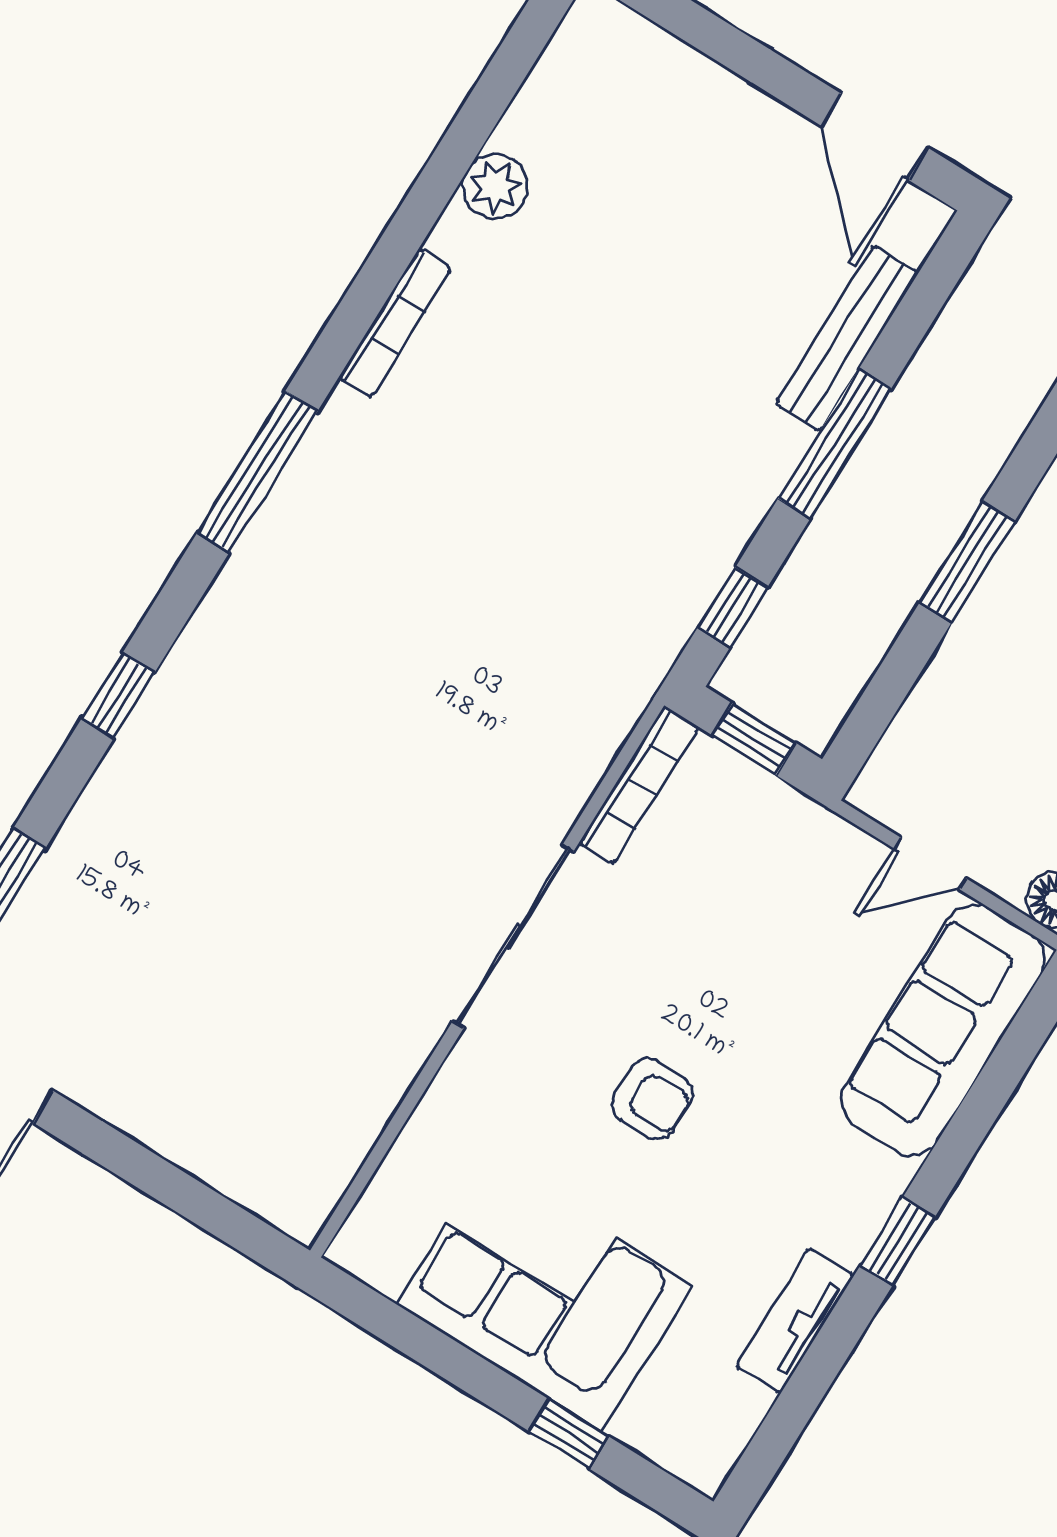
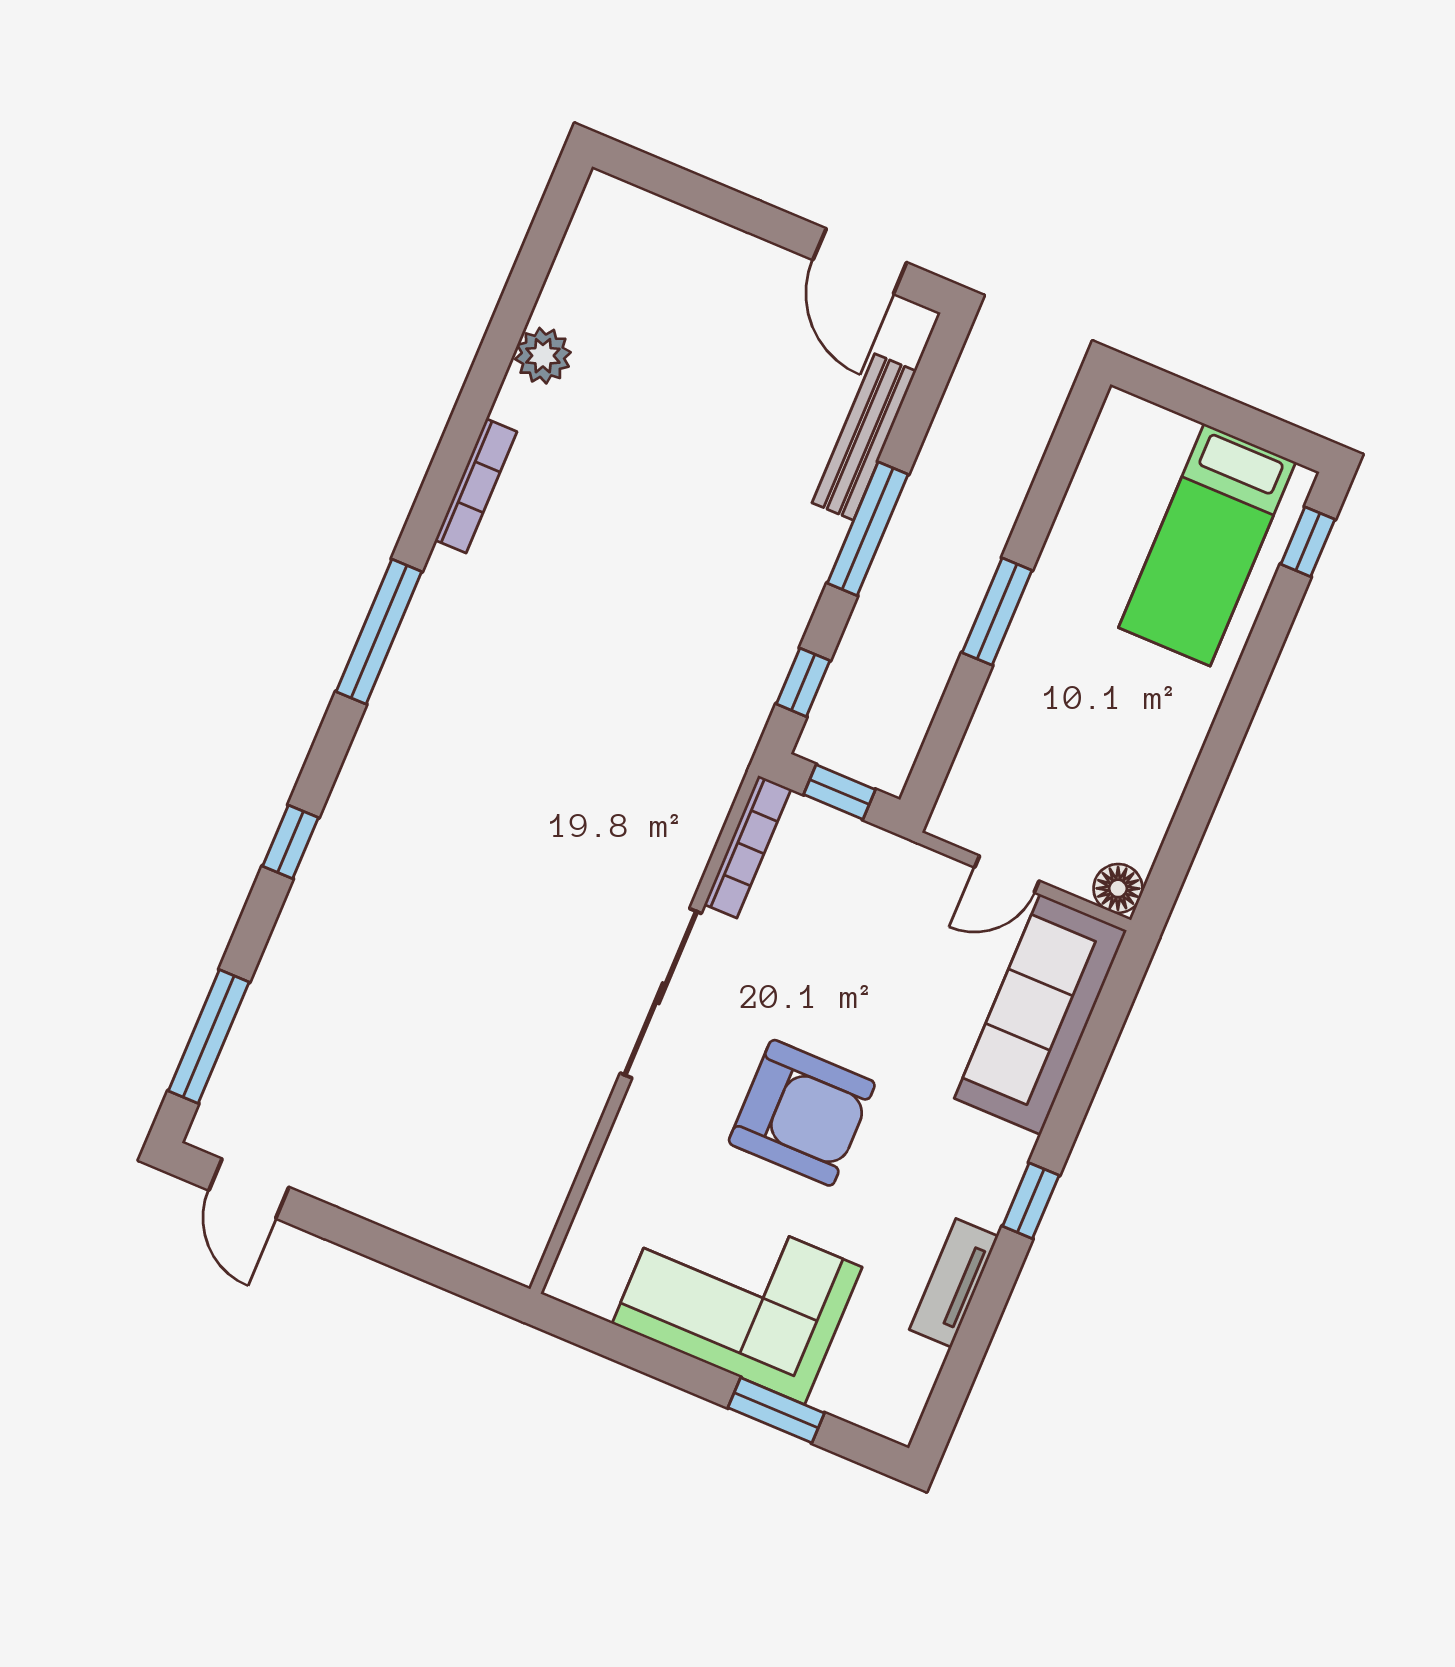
armchair: (652, 1099) -> (802, 1113), width x1.88, depth x1.88
window: (569, 1434) -> (776, 1410), width x1.50

